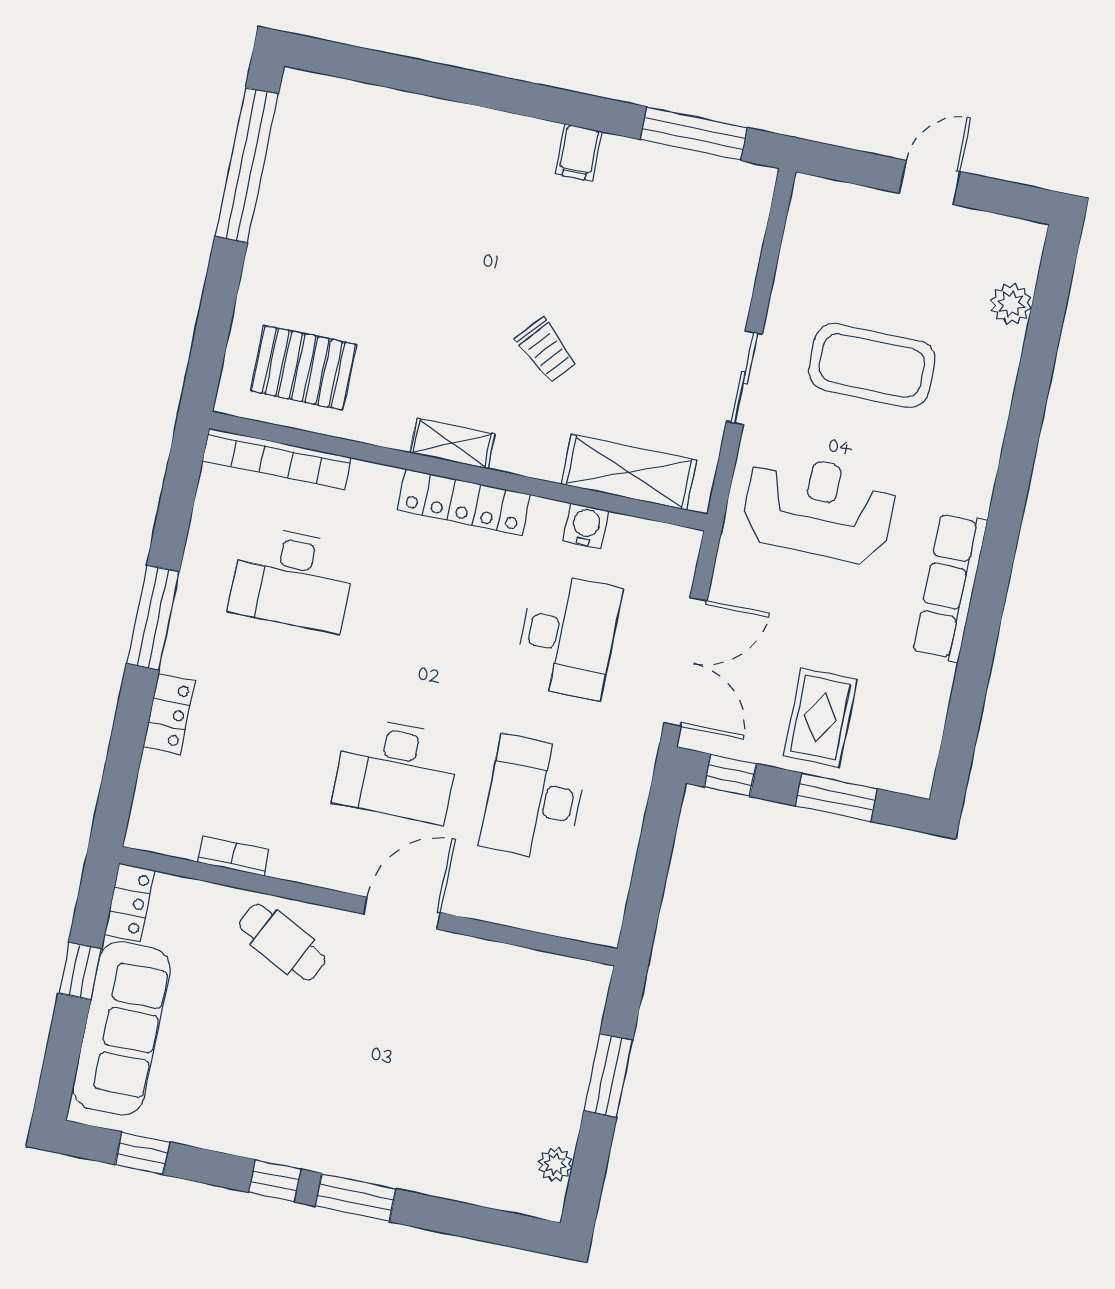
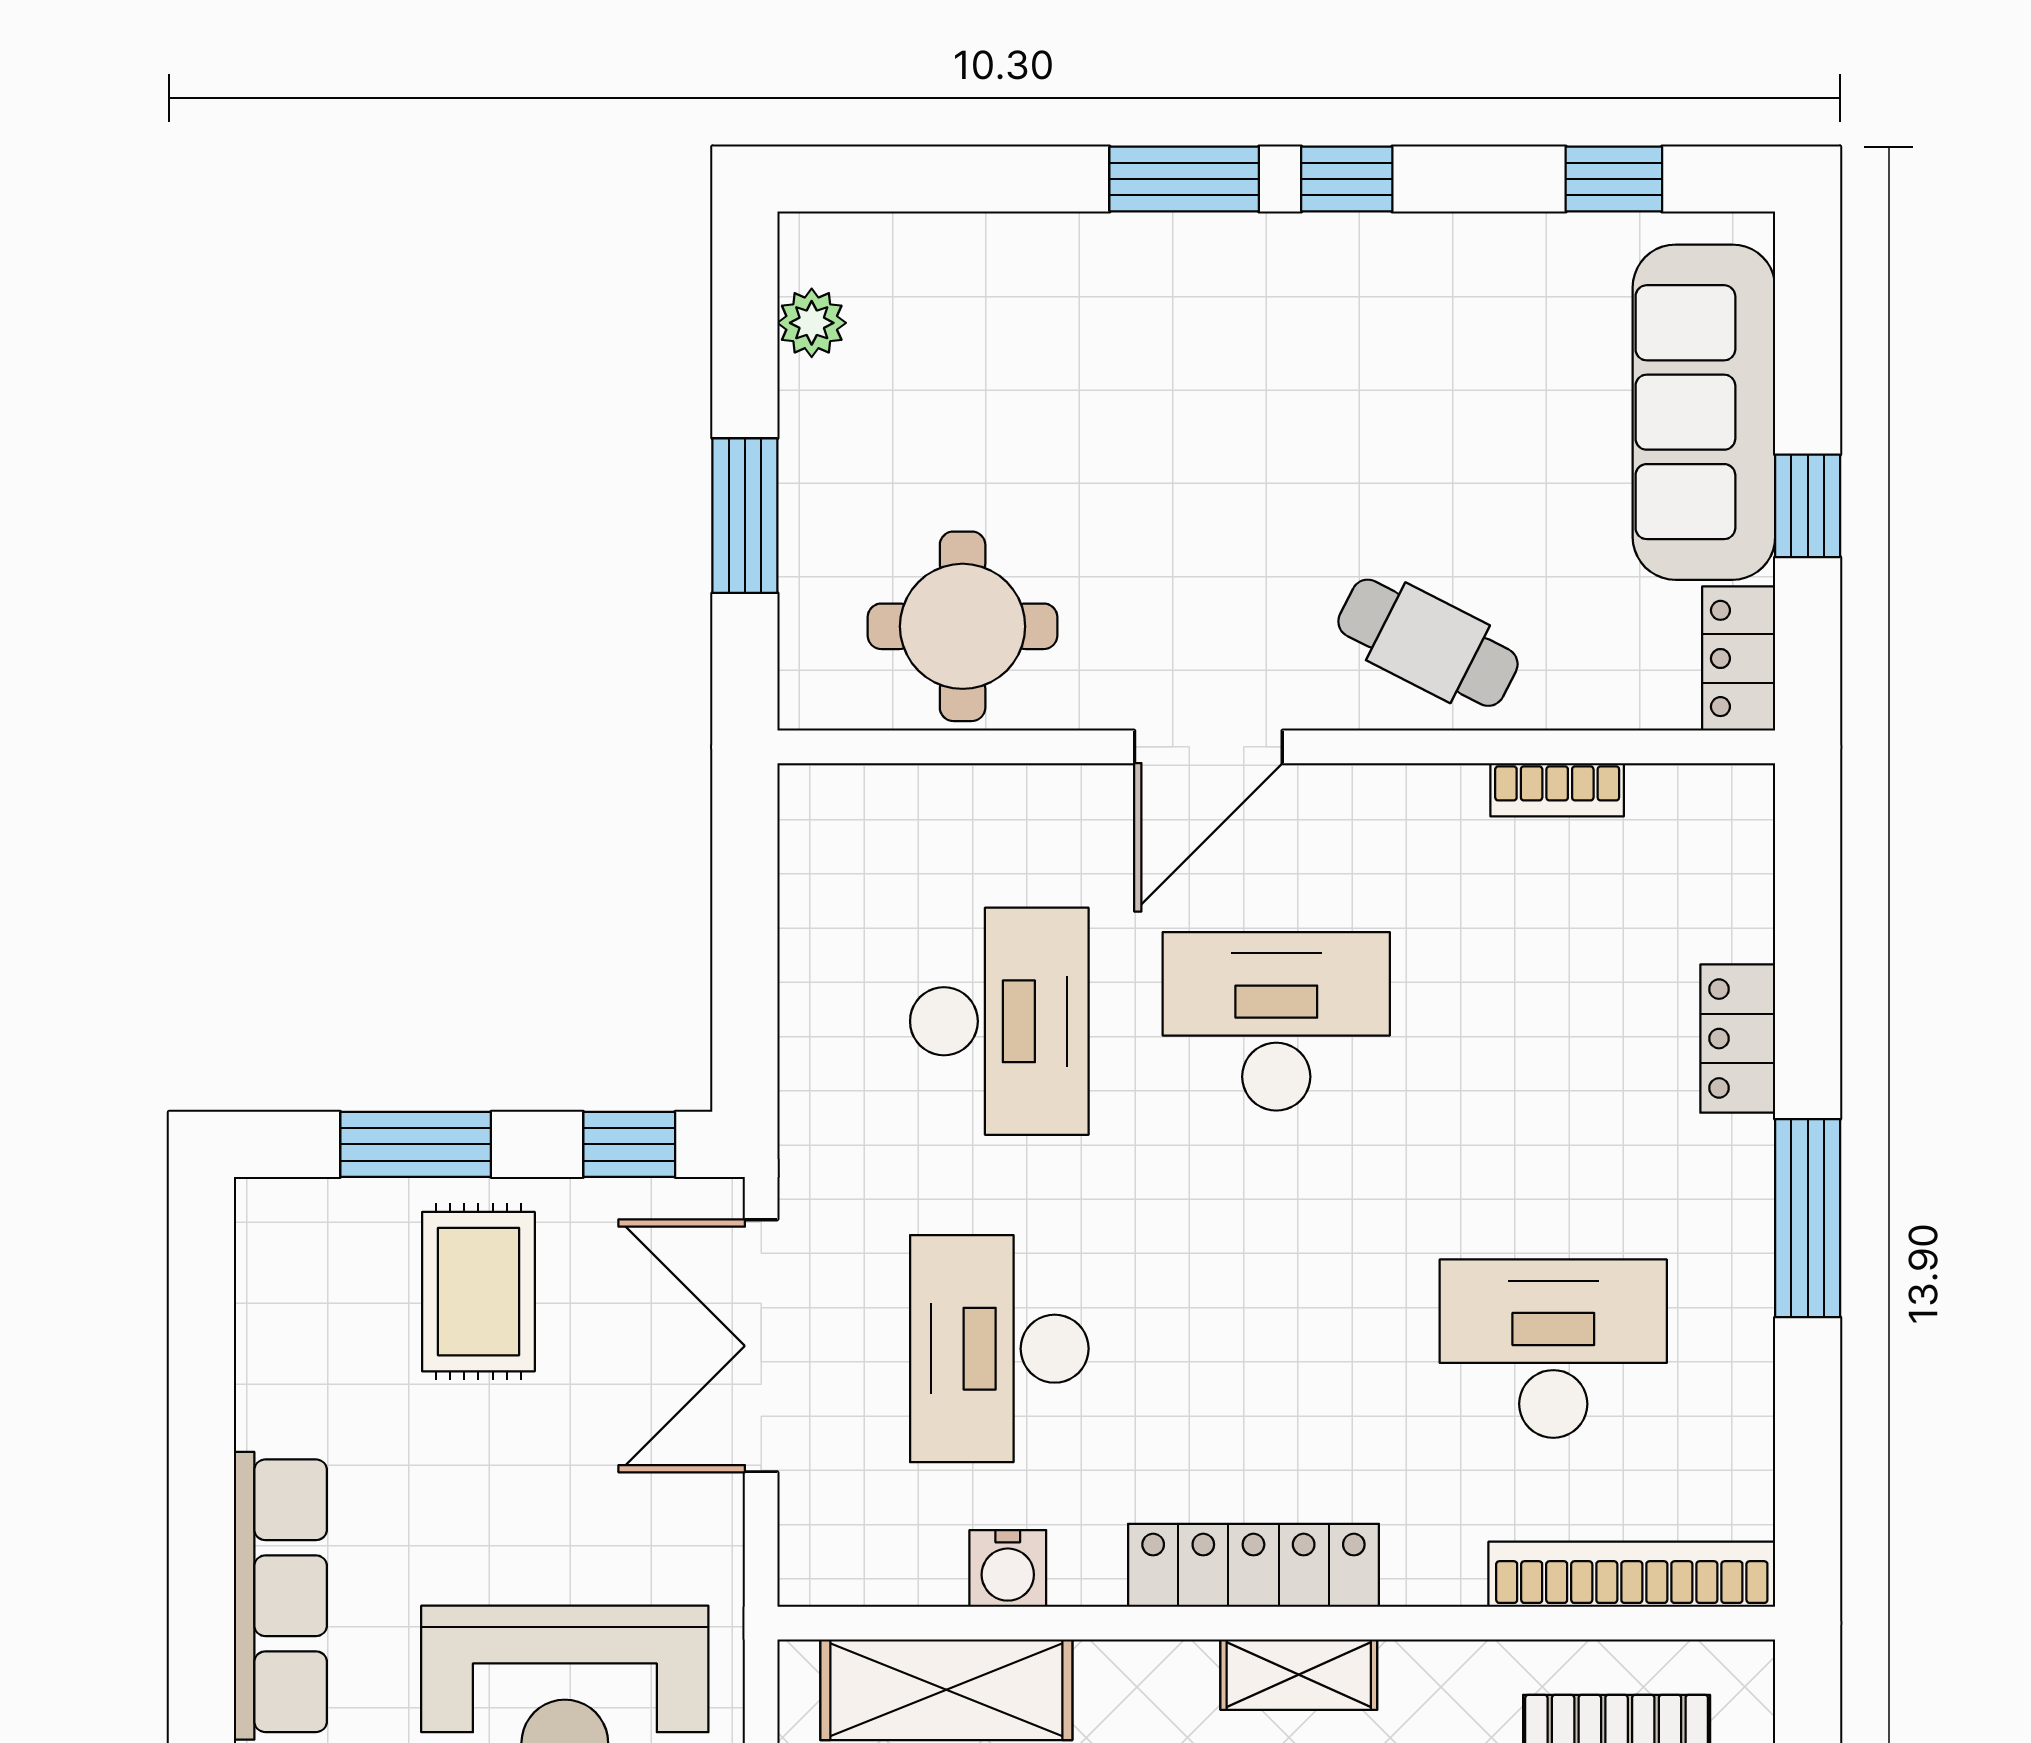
round table: (512, 998) -> (963, 626), added

